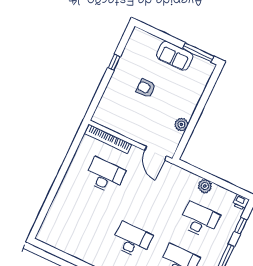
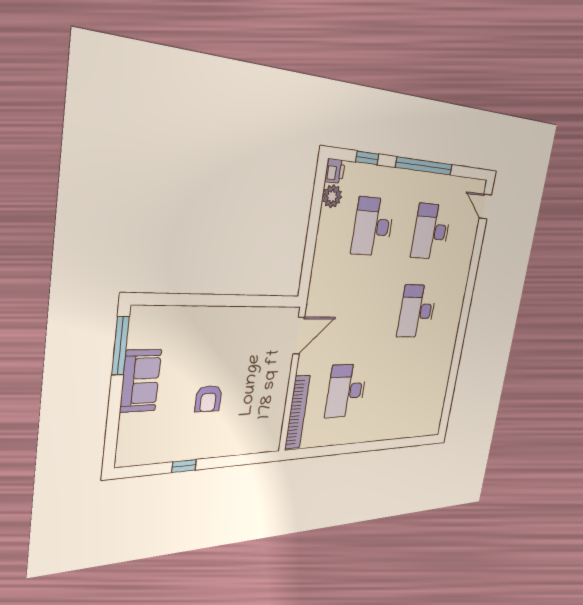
plant: (181, 125) -> (247, 317), removed
plant: (205, 186) -> (332, 196), moved

